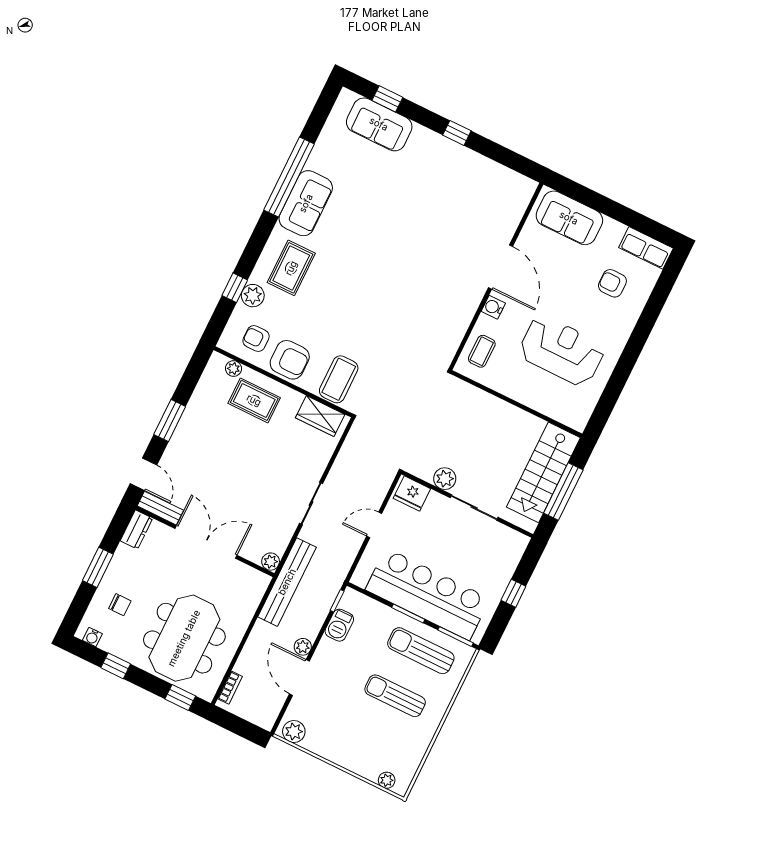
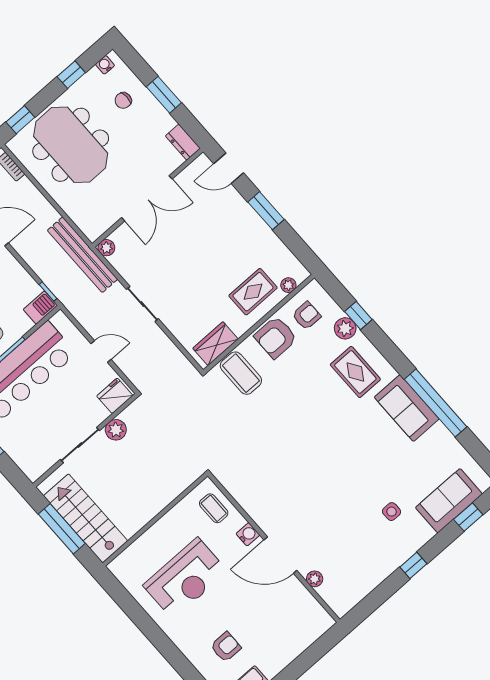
side table: (413, 176) -> (392, 512), added
sofa: (569, 218) -> (298, 633), removed
bench: (160, 508) -> (193, 171), removed
door: (374, 525) -> (101, 352), hinge flipped
barbecue: (339, 625) -> (40, 307), moved, turned 90
plant: (303, 647) -> (315, 579), moved

